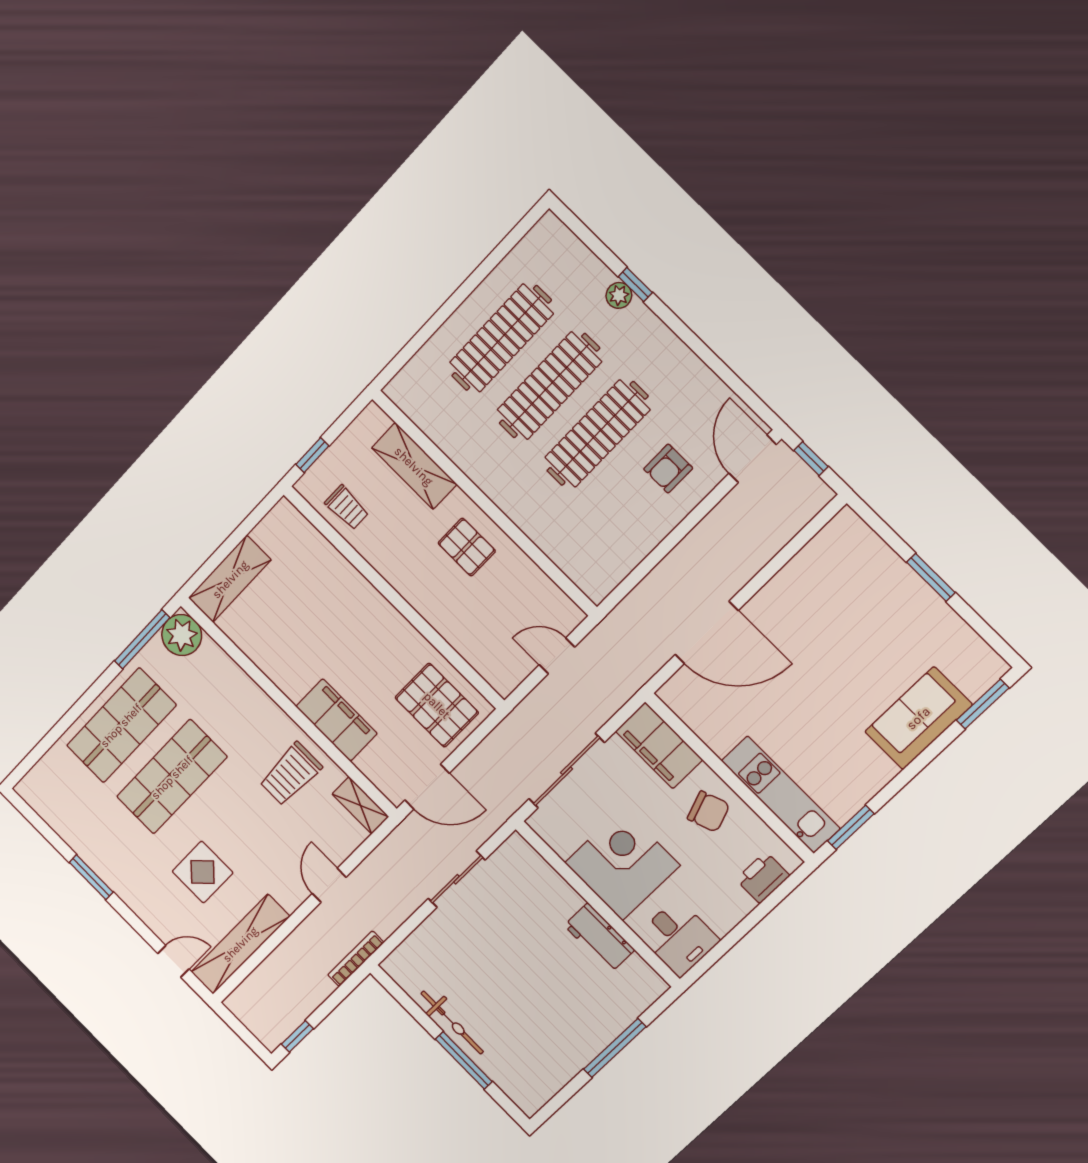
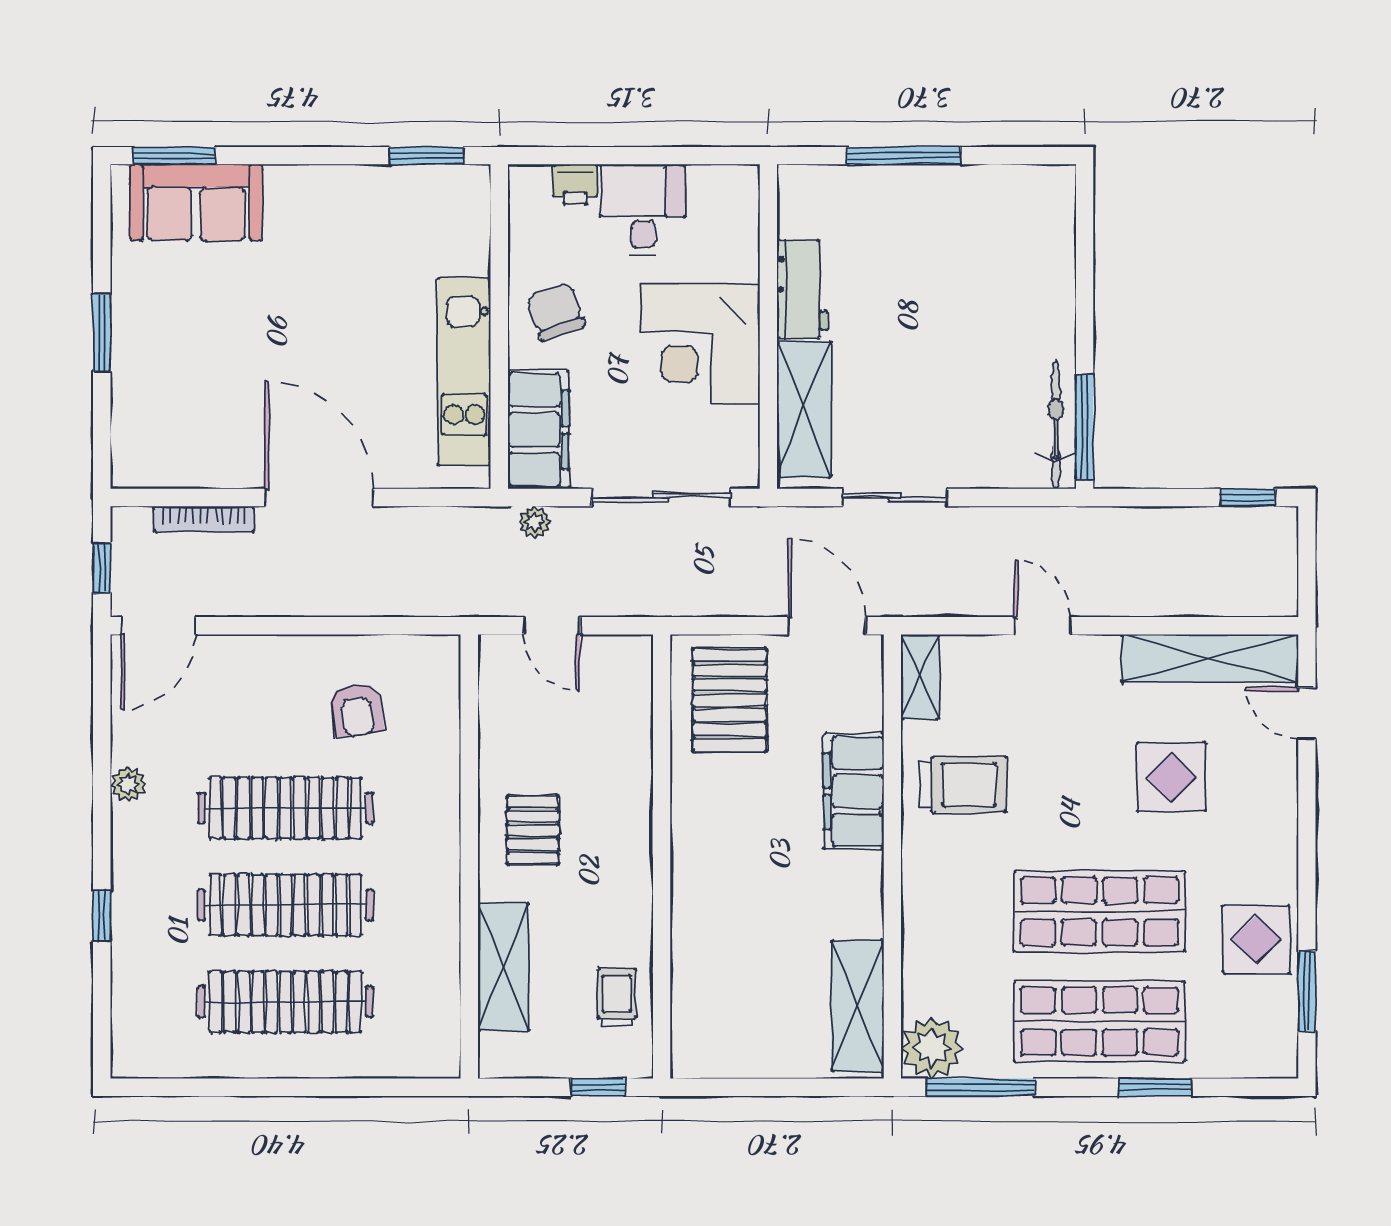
plant: (619, 295) -> (128, 784), moved
armchair: (668, 469) -> (356, 710), moved, turned 82
shelving: (230, 579) -> (858, 1006), moved, turned 90
door: (707, 633) -> (319, 498), moved
plant: (616, 698) -> (534, 522), added
sofa: (918, 718) -> (196, 203), moved
window: (68, 720) -> (1155, 1087), added
kitchen unit: (781, 795) -> (464, 371), moved
display table: (92, 834) -> (1256, 939), added
window: (91, 877) -> (1307, 991), moved
printer: (763, 877) -> (575, 184), width x0.73, depth x0.81
shelving: (541, 880) -> (804, 409), added
door: (329, 885) -> (1043, 626), swing flipped
desk: (678, 938) -> (643, 210), moved
bookcase: (356, 959) -> (204, 519), moved
bicycle: (452, 1022) -> (1056, 425), moved
window: (464, 1060) -> (1085, 427), moved

